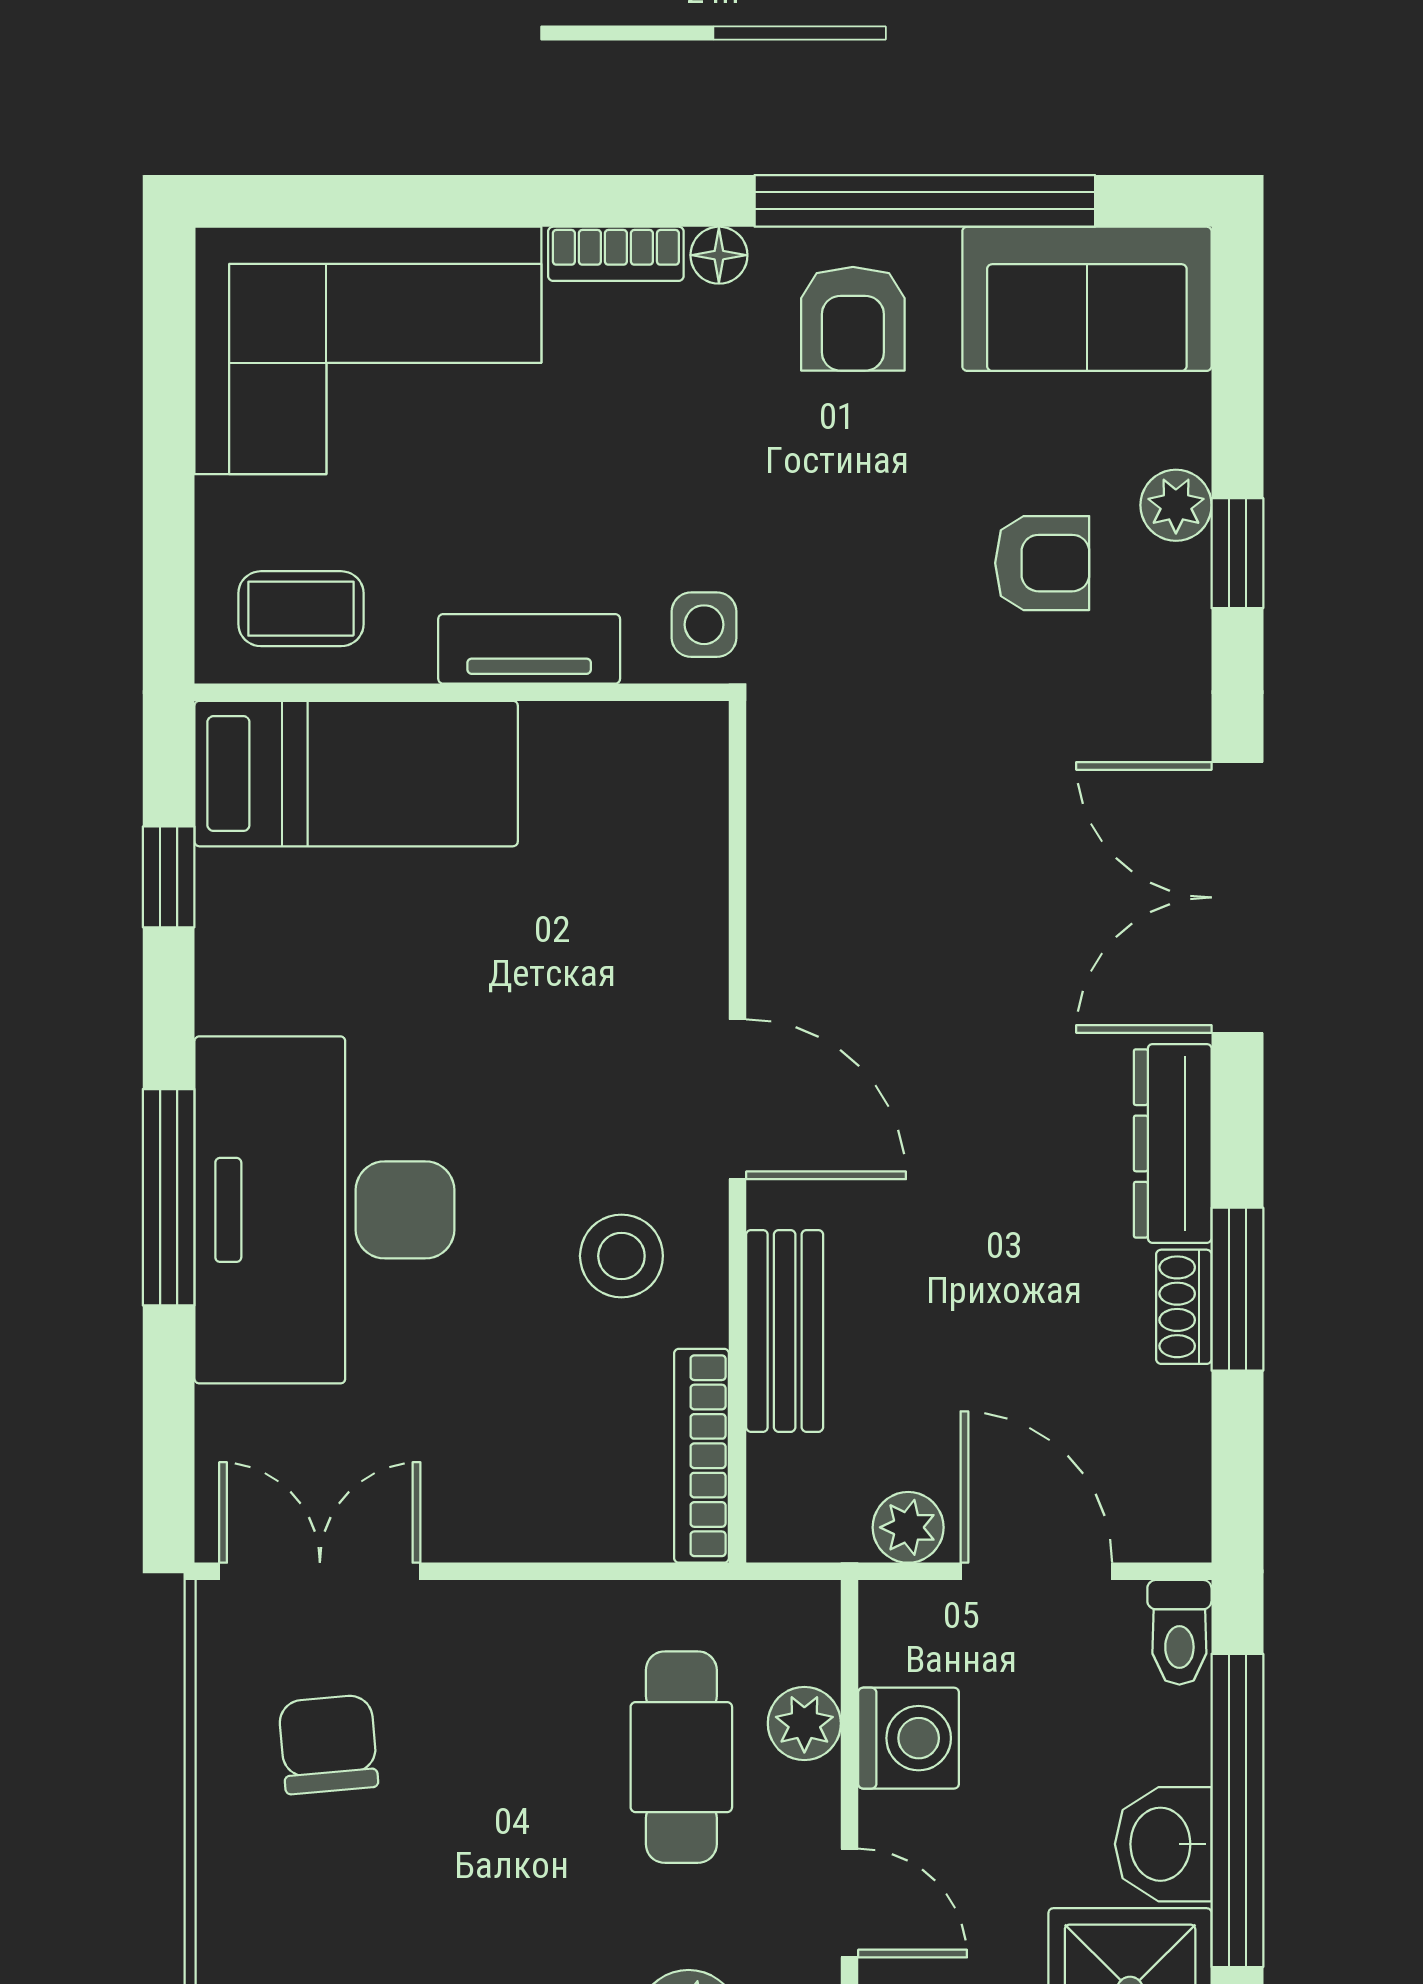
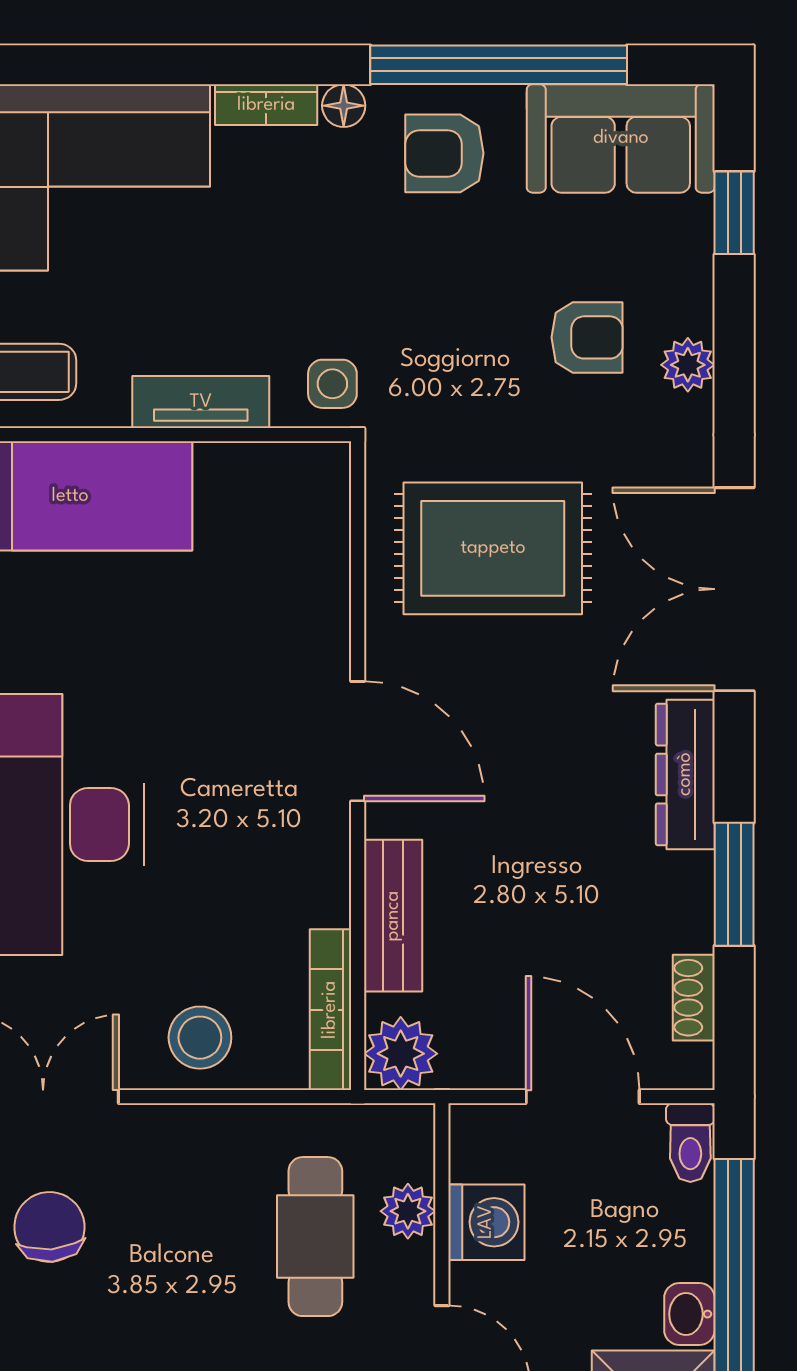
armchair: (853, 319) -> (444, 153), turned 90
plant: (1176, 505) -> (688, 365), moved
window: (1237, 553) -> (734, 213), moved
rug: (917, 843) -> (493, 548), added
stool: (621, 1256) -> (200, 1038), moved
shoe rack: (1184, 1307) -> (694, 998), moved
plant: (908, 1527) -> (401, 1054), moved, width x1.38, depth x1.38
washbasin: (1163, 1844) -> (689, 1314), width x0.72, depth x0.69

